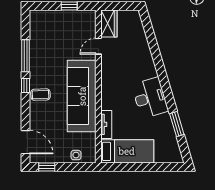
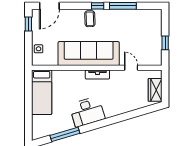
wardrobe: (109, 23) -> (155, 90), moved, turned 90
tv unit: (106, 124) -> (97, 75), moved
window: (177, 124) -> (65, 134), width x1.44

